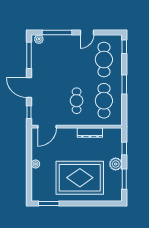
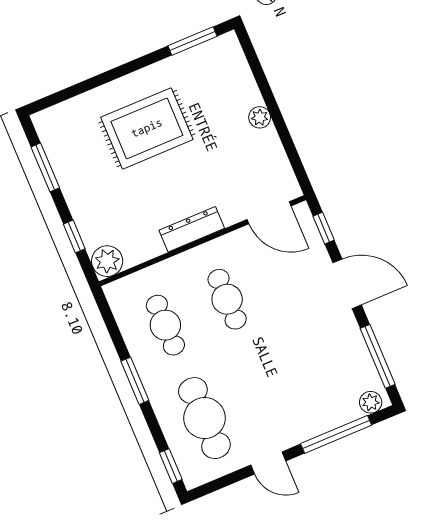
door: (87, 32) -> (268, 463), swing flipped
cafe table: (104, 101) -> (165, 325), width x0.73, depth x0.74
door: (47, 127) -> (269, 213), swing flipped
dresser: (90, 133) -> (192, 229), moved
plant: (116, 164) -> (107, 261), moved
rug: (80, 178) -> (147, 128), width x0.73, depth x0.69

